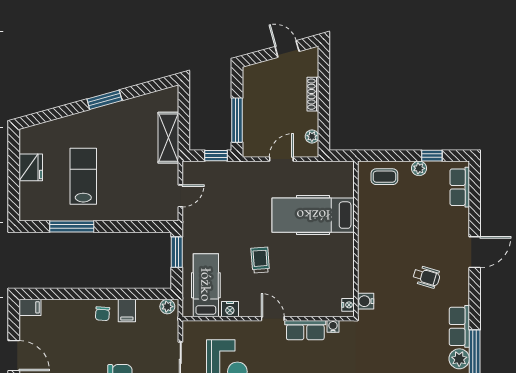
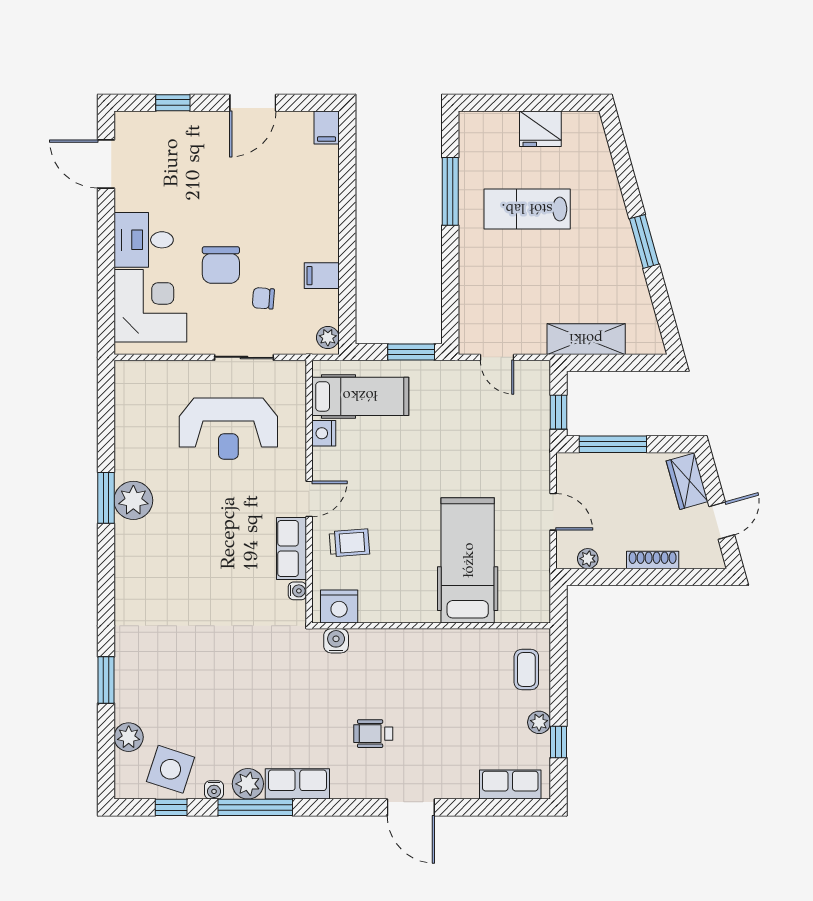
wardrobe: (261, 72) -> (687, 481), added
lab bench: (83, 176) -> (527, 209), turned 180
trolley: (260, 260) -> (349, 543), moved
wheelchair: (426, 277) -> (373, 734), turned 73
nightstand: (348, 305) -> (339, 606), width x1.89, depth x1.79
chair: (102, 314) -> (263, 298), moved

